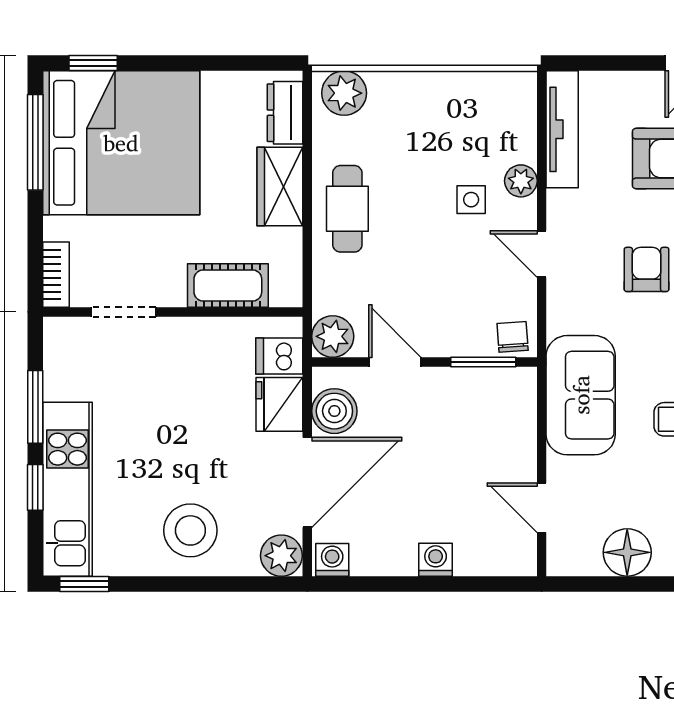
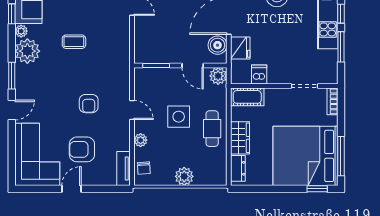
plant: (344, 93) -> (184, 176), moved
tv unit: (562, 129) -> (124, 168), width x0.71
side table: (471, 200) -> (179, 117), moved, width x1.87, depth x1.87
cot: (228, 286) -> (247, 97), moved
chair: (513, 337) -> (144, 168), moved
dishwasher: (279, 356) -> (259, 74), moved, turned -90
sofa: (581, 395) -> (116, 52), removed

